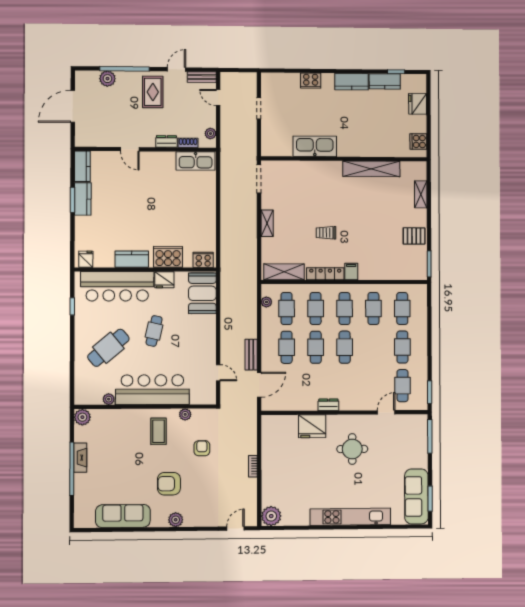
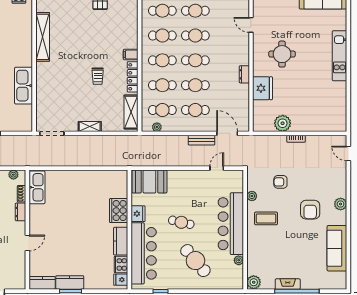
cooker: (203, 260) -> (121, 264), moved
cafe table: (403, 386) -> (195, 36), moved
plant: (271, 516) -> (283, 123), moved
kitchen unit: (350, 517) -> (340, 56), width x0.73

